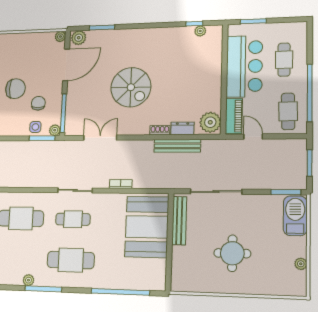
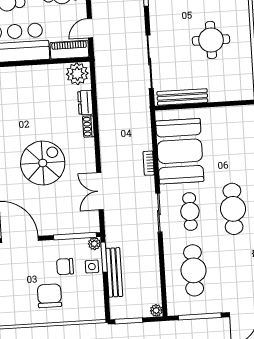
bench: (177, 146) -> (114, 272), moved
booth: (147, 227) -> (180, 151), moved, turned 90

